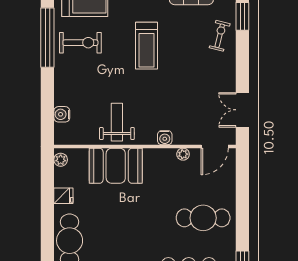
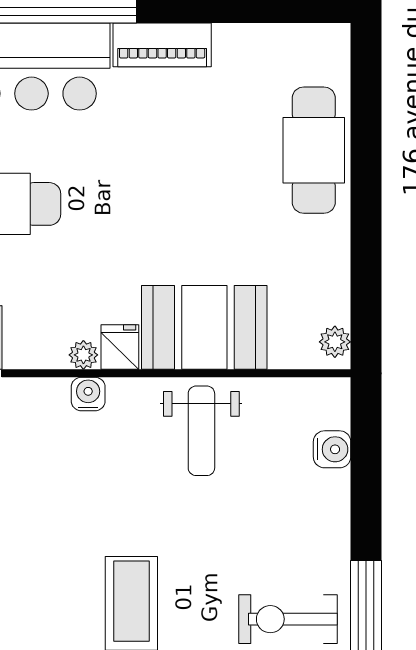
plant: (183, 154) -> (83, 355), moved
fridge: (63, 196) -> (120, 347), moved, turned 90

